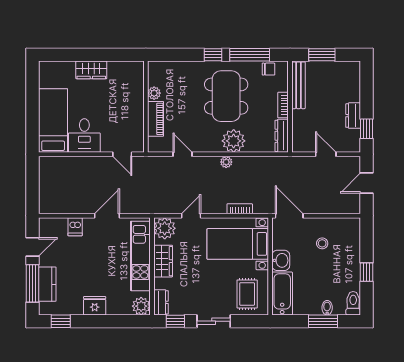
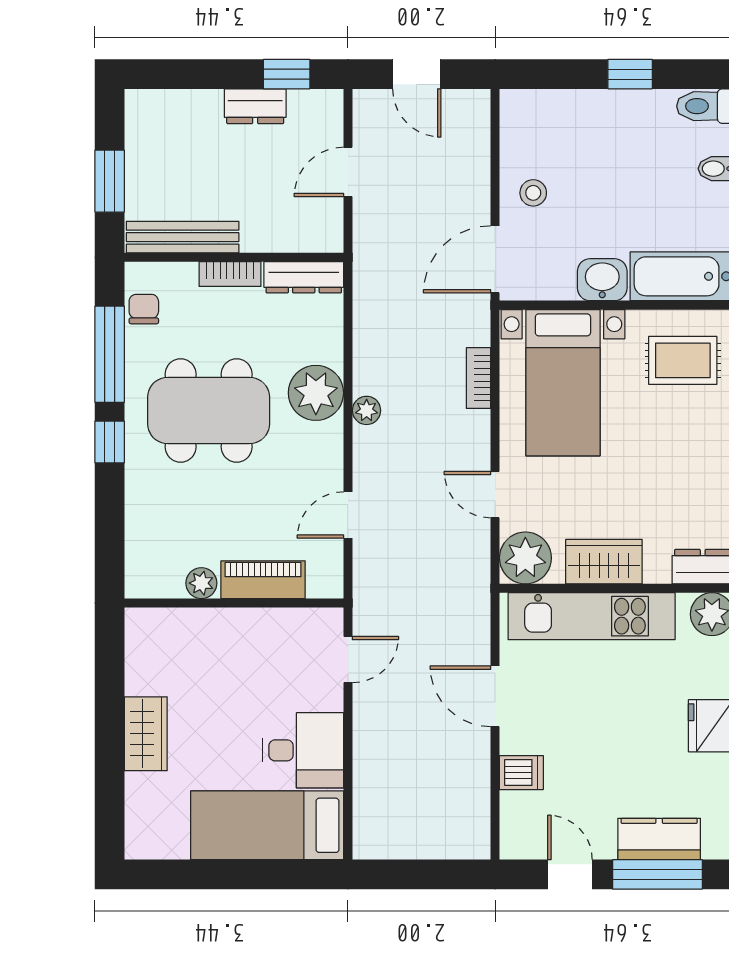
stool: (322, 243) -> (533, 193), moved

